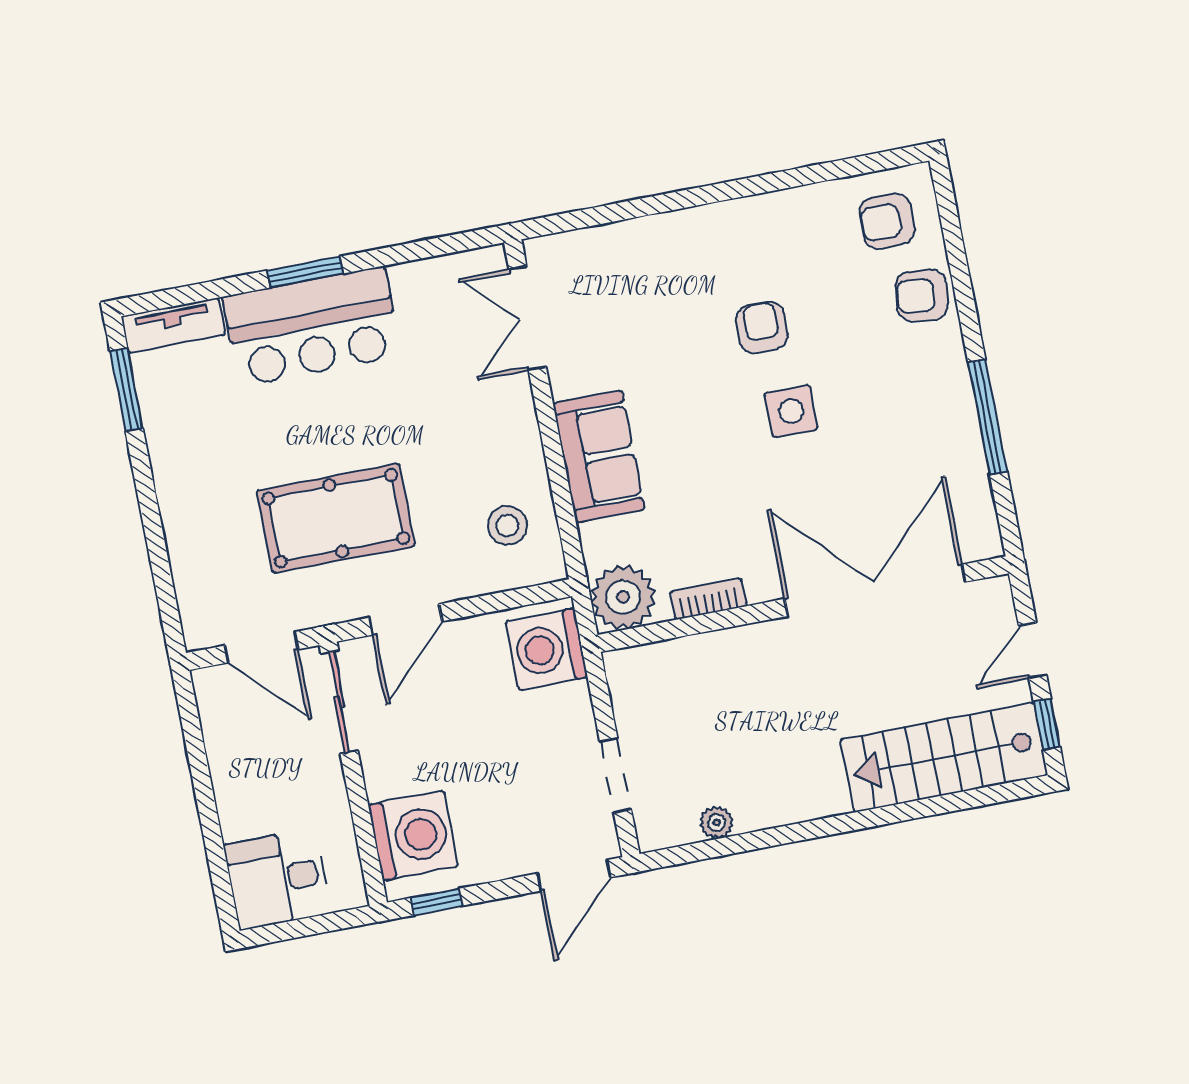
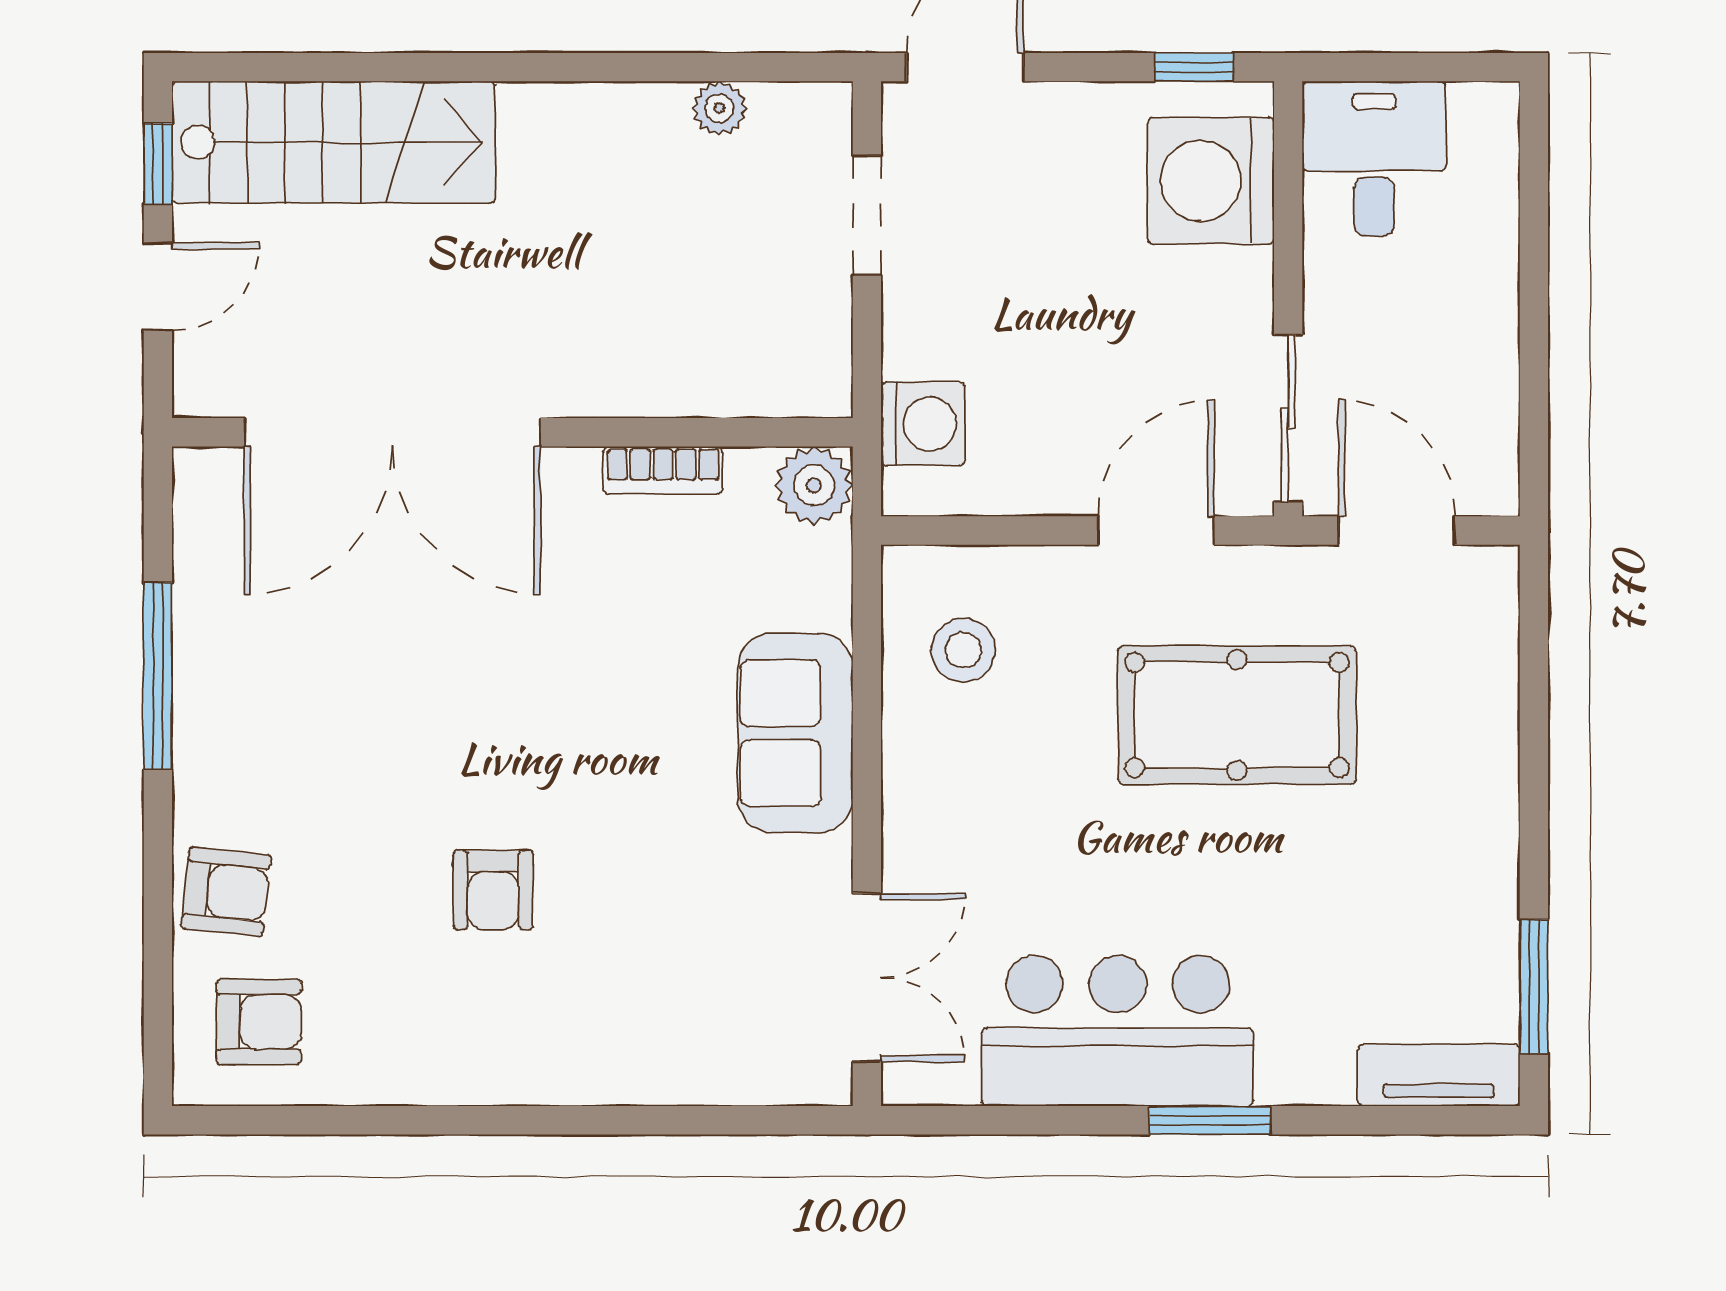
bar counter: (312, 326) -> (1118, 1031), moved
side table: (791, 411) -> (472, 746), removed
plant: (623, 597) -> (814, 485), width x0.73, depth x0.73
washing machine: (547, 649) -> (923, 424), width x0.73, depth x0.73
desk: (278, 879) -> (1374, 159), moved, turned -90

